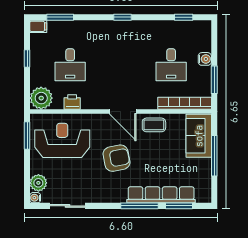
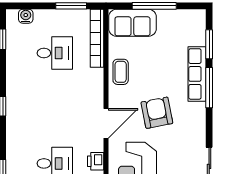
water cooler: (205, 59) -> (26, 16), moved
door: (123, 112) -> (106, 123), moved
row of seats: (161, 195) -> (197, 74), width x0.73

